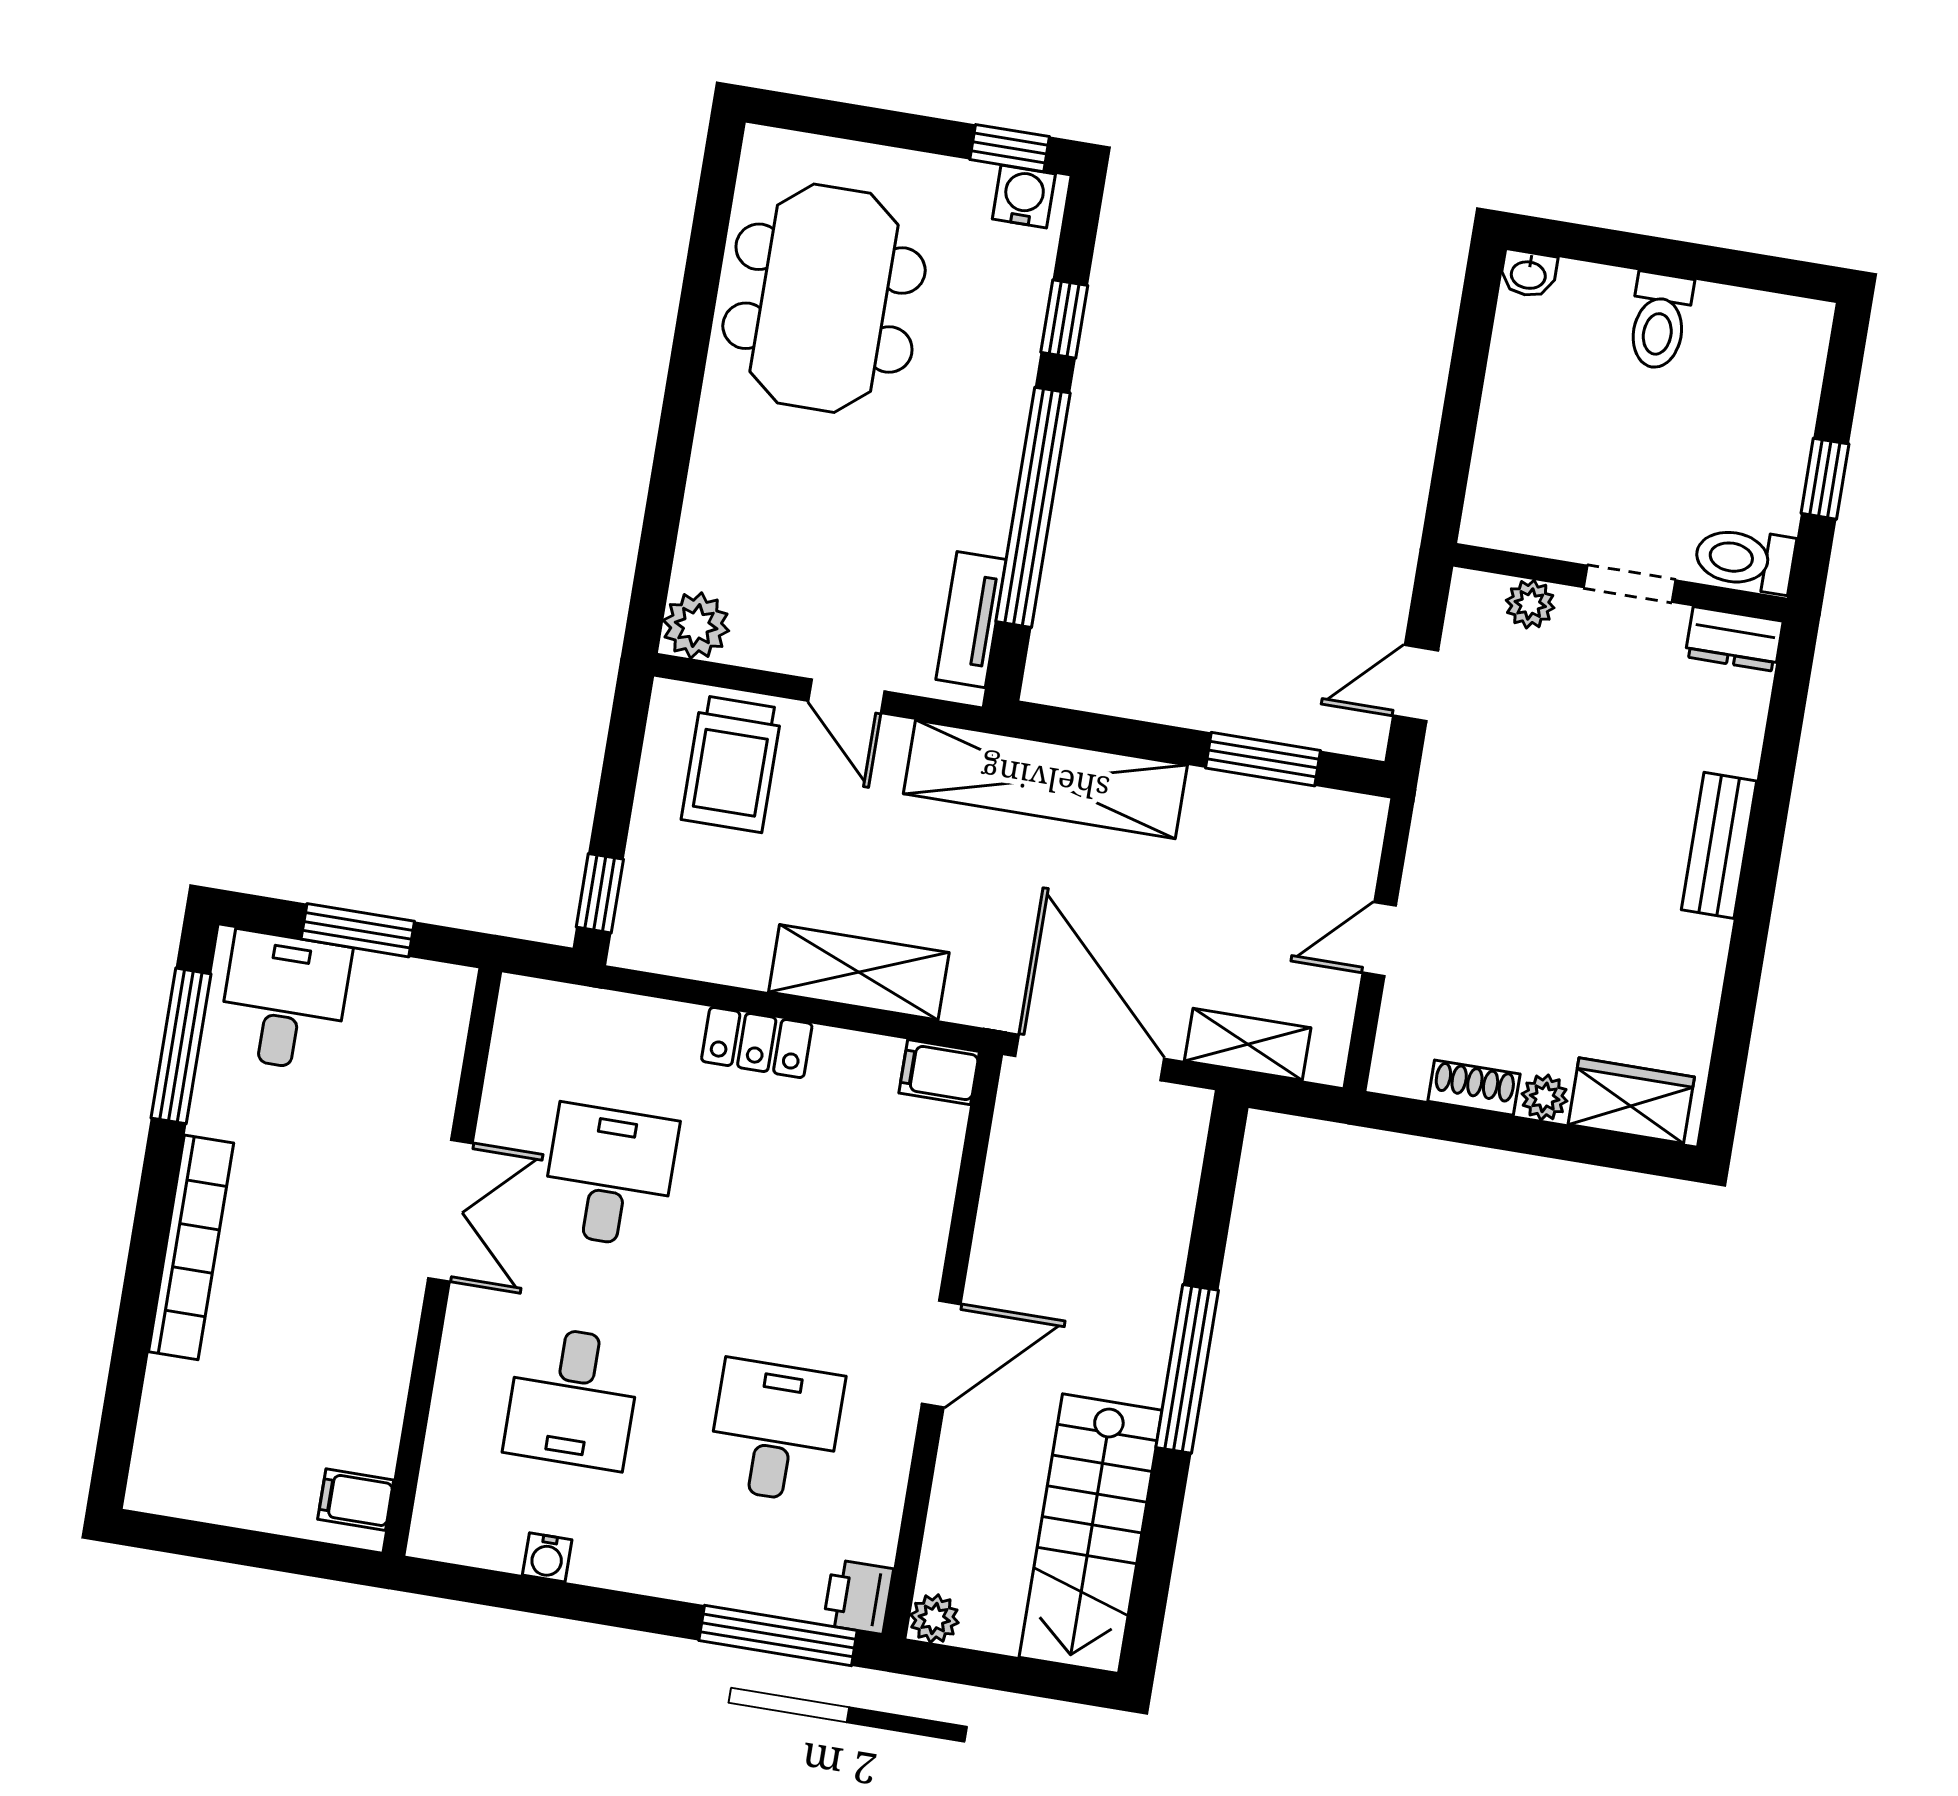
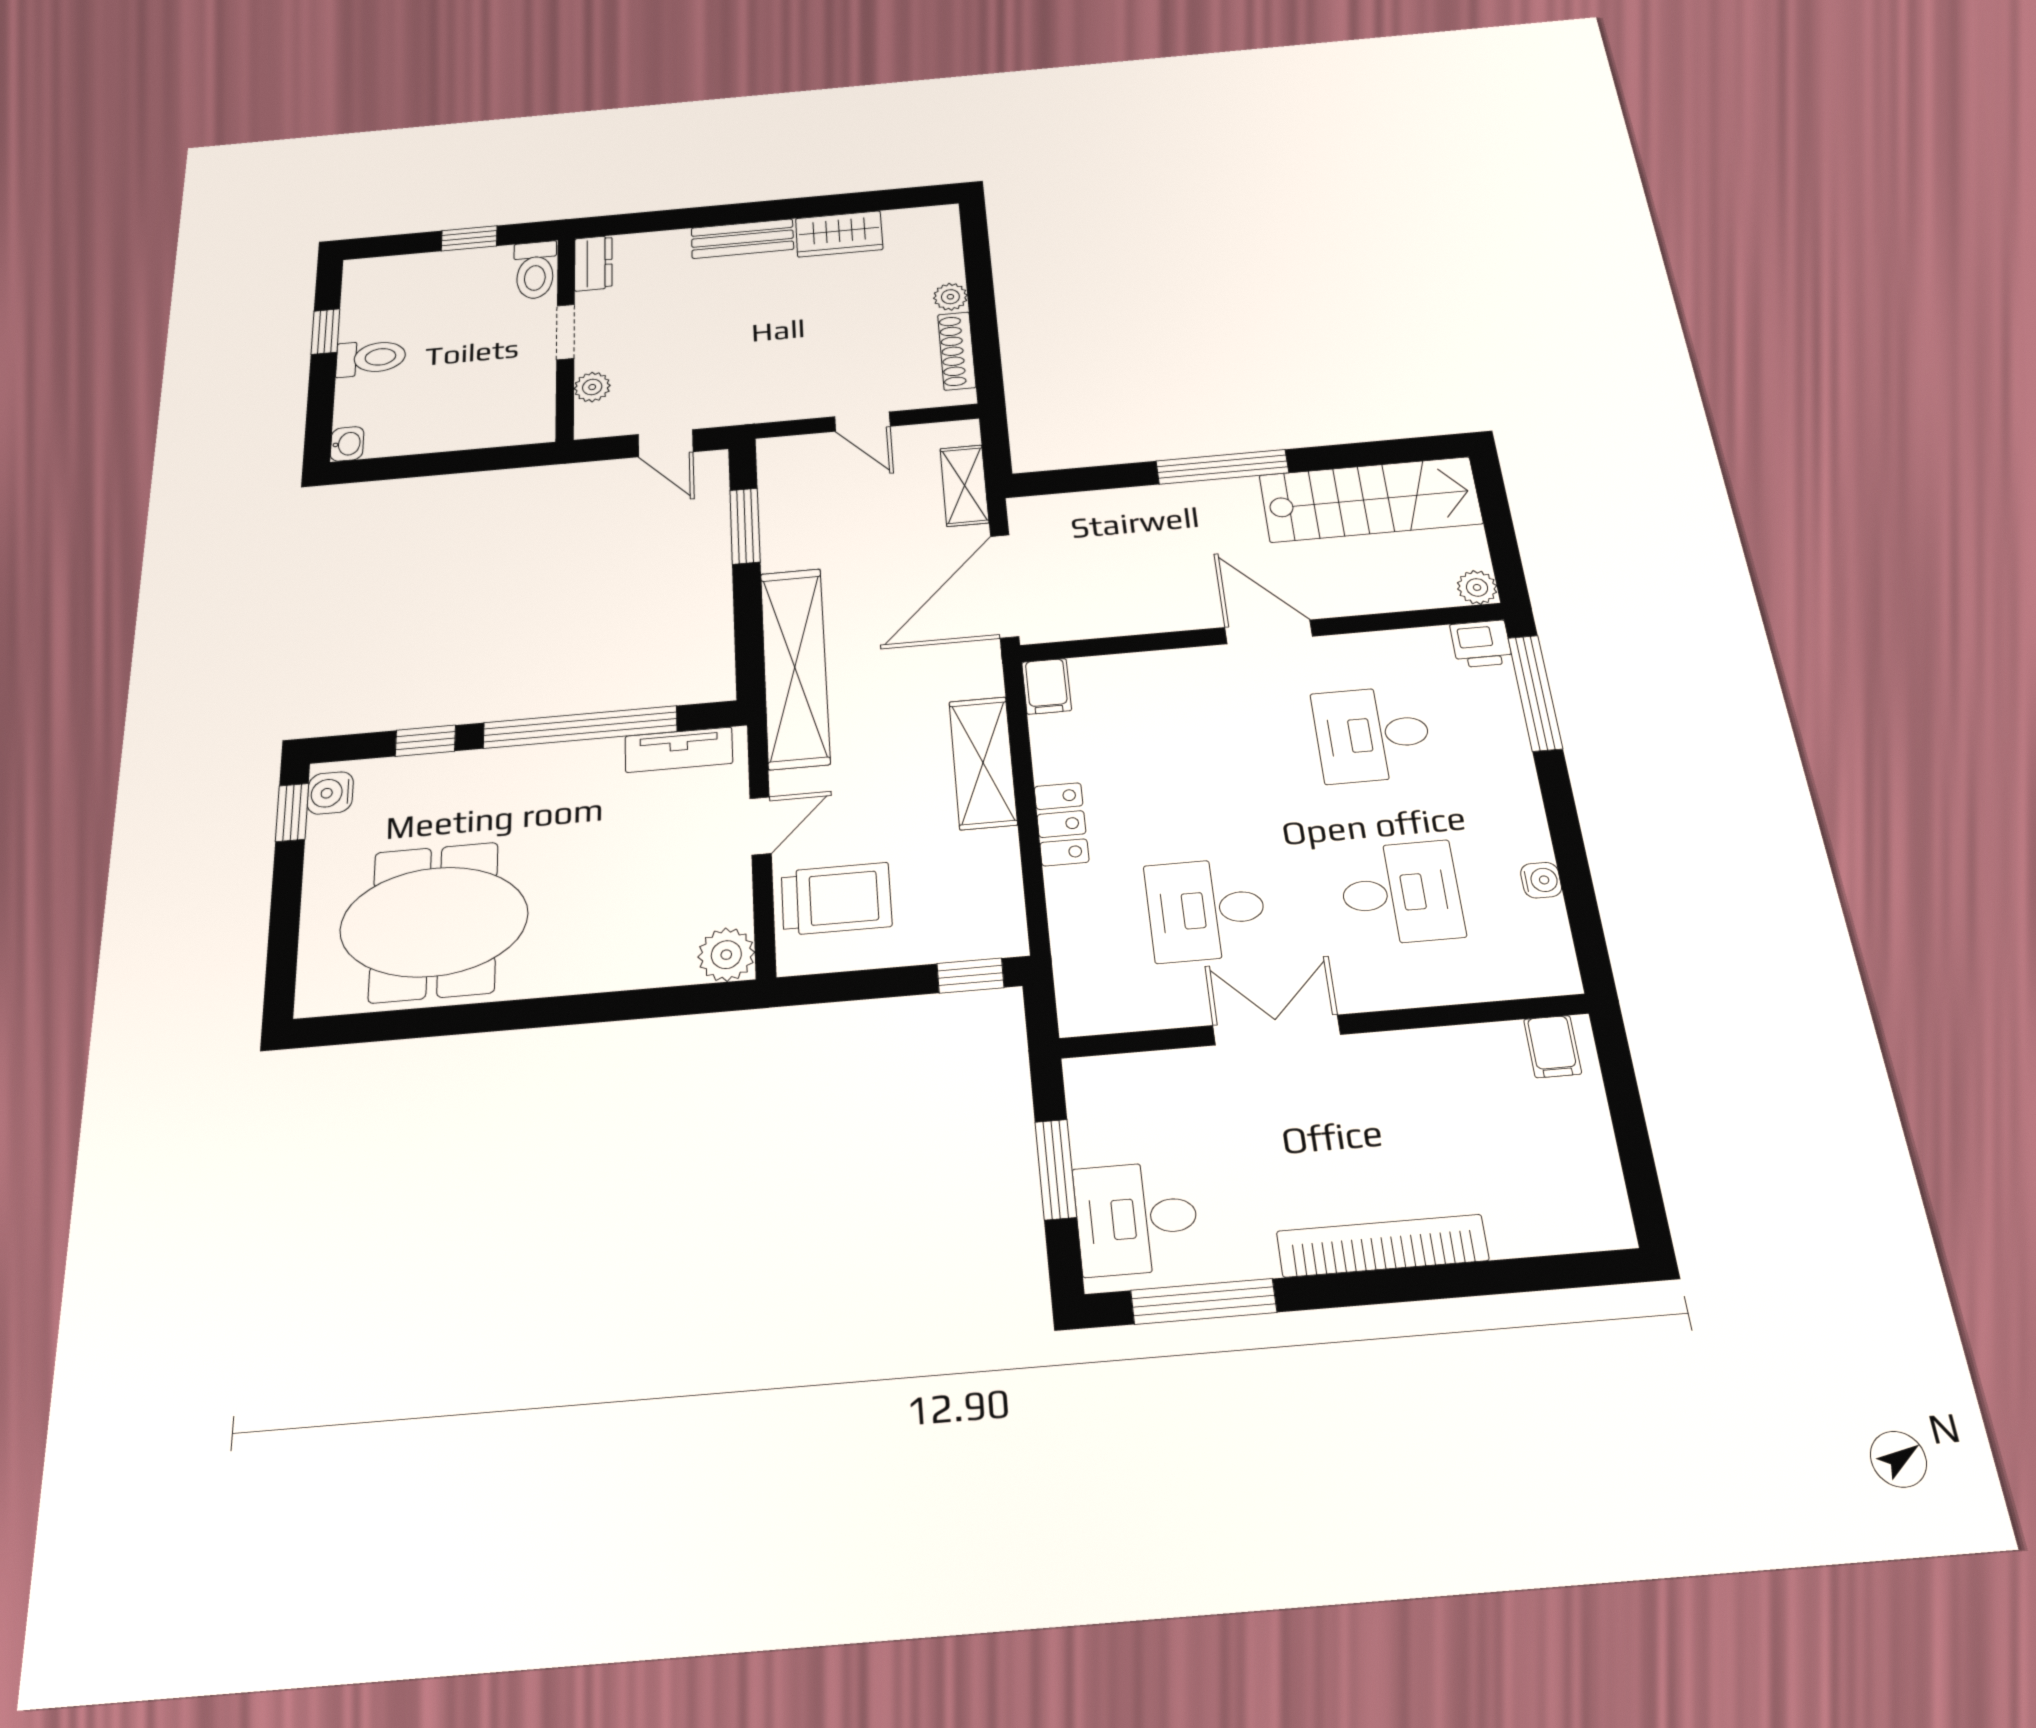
window: (1720, 266) -> (325, 332), added
shoe rack: (1474, 1088) -> (957, 351), width x1.43
wardrobe: (1631, 1101) -> (839, 234), moved, turned -90

